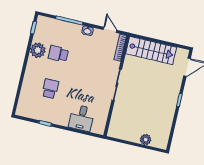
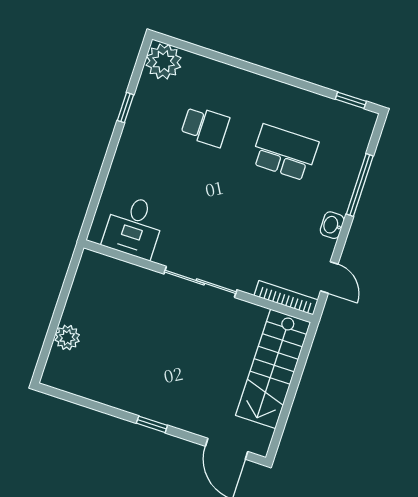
door: (110, 30) -> (329, 278), hinge flipped
plant: (38, 50) -> (164, 62), moved
school desk: (58, 54) -> (285, 153), width x1.85
desk: (82, 118) -> (134, 227), moved, turned -90

